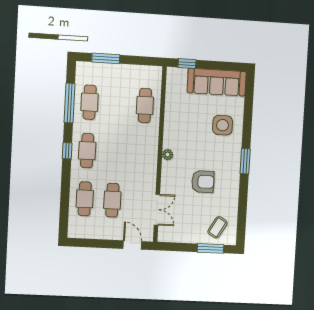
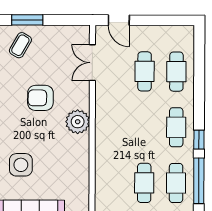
cafe table: (145, 105) -> (144, 183), moved
window: (67, 151) -> (199, 140), moved
plant: (168, 155) -> (78, 122), width x1.88, depth x1.88

